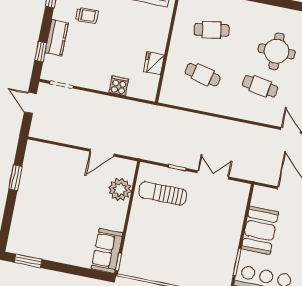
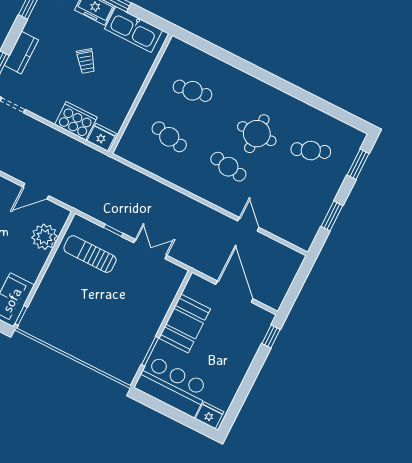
trolley: (87, 16) -> (86, 61), moved, turned 55
fridge: (154, 63) -> (102, 137), moved, turned 90
cooker: (119, 86) -> (76, 121), width x1.87, depth x1.31

